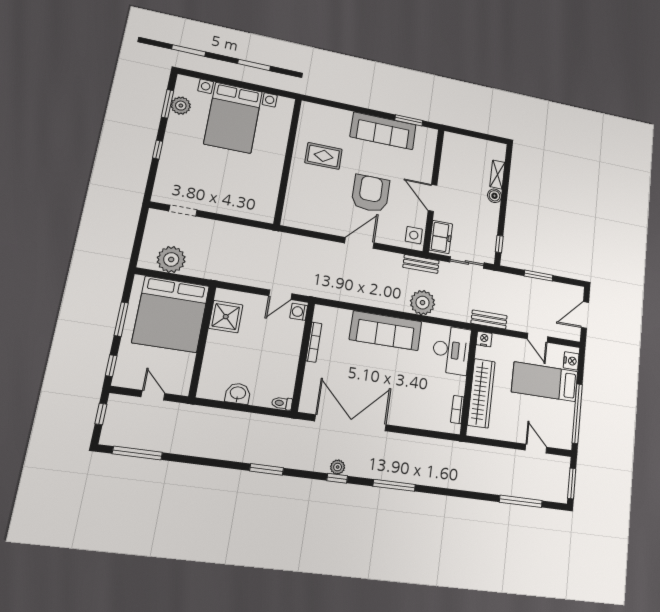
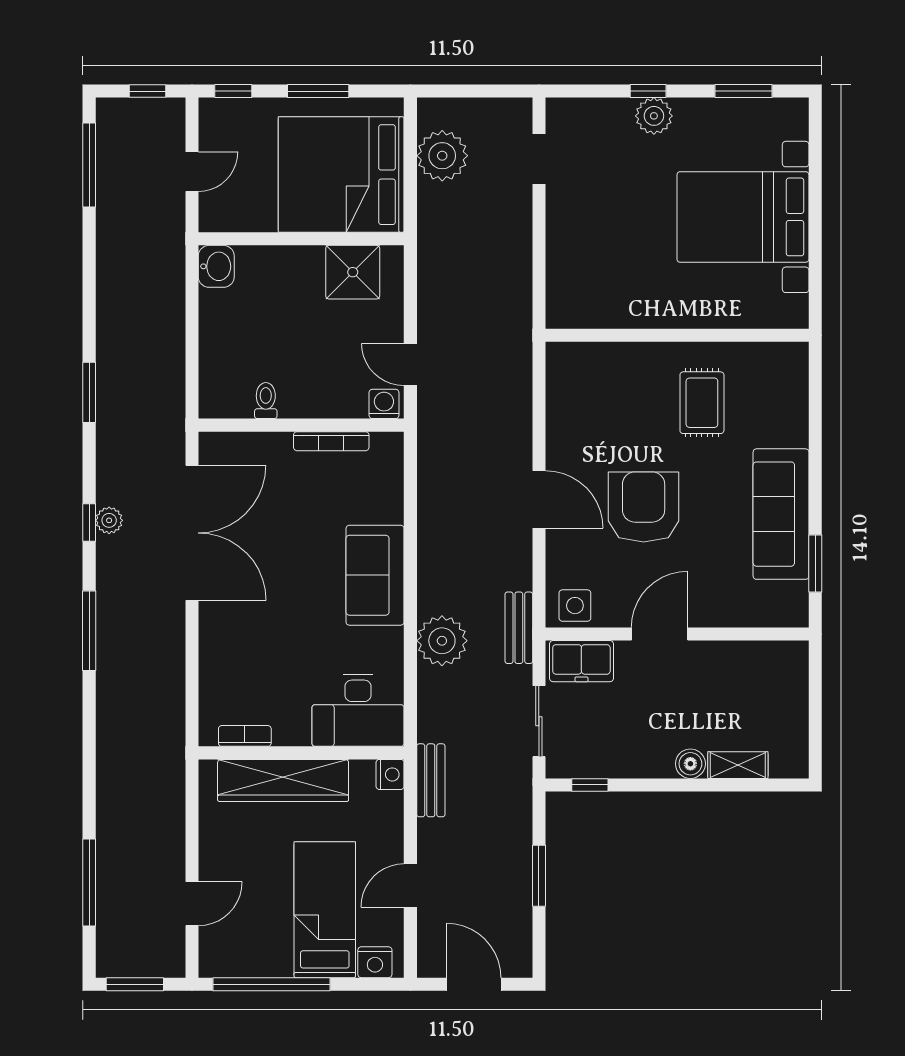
plant: (181, 106) -> (654, 116), moved
armchair: (370, 193) -> (644, 507), turned -90
sofa: (386, 331) -> (375, 575), width x0.73
washbasin: (238, 393) -> (216, 266), moved
toilet: (282, 403) -> (266, 401), moved

